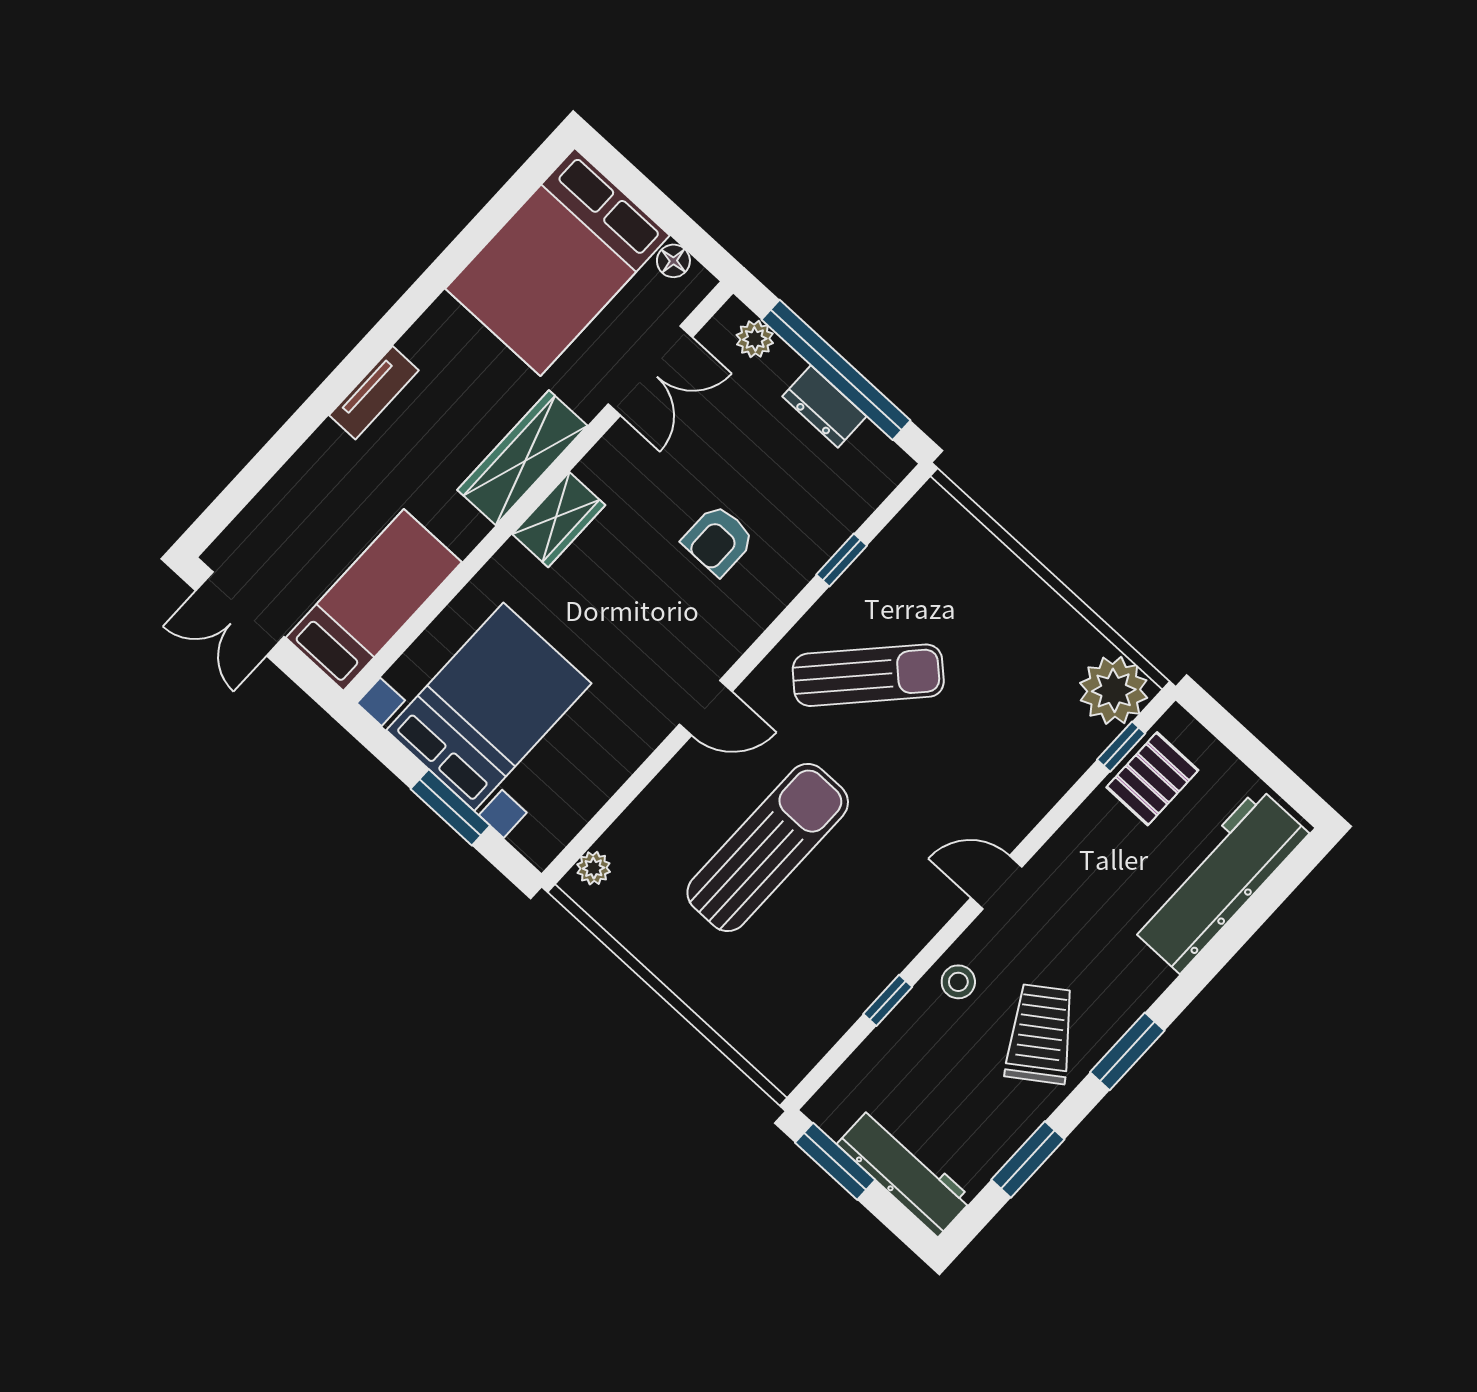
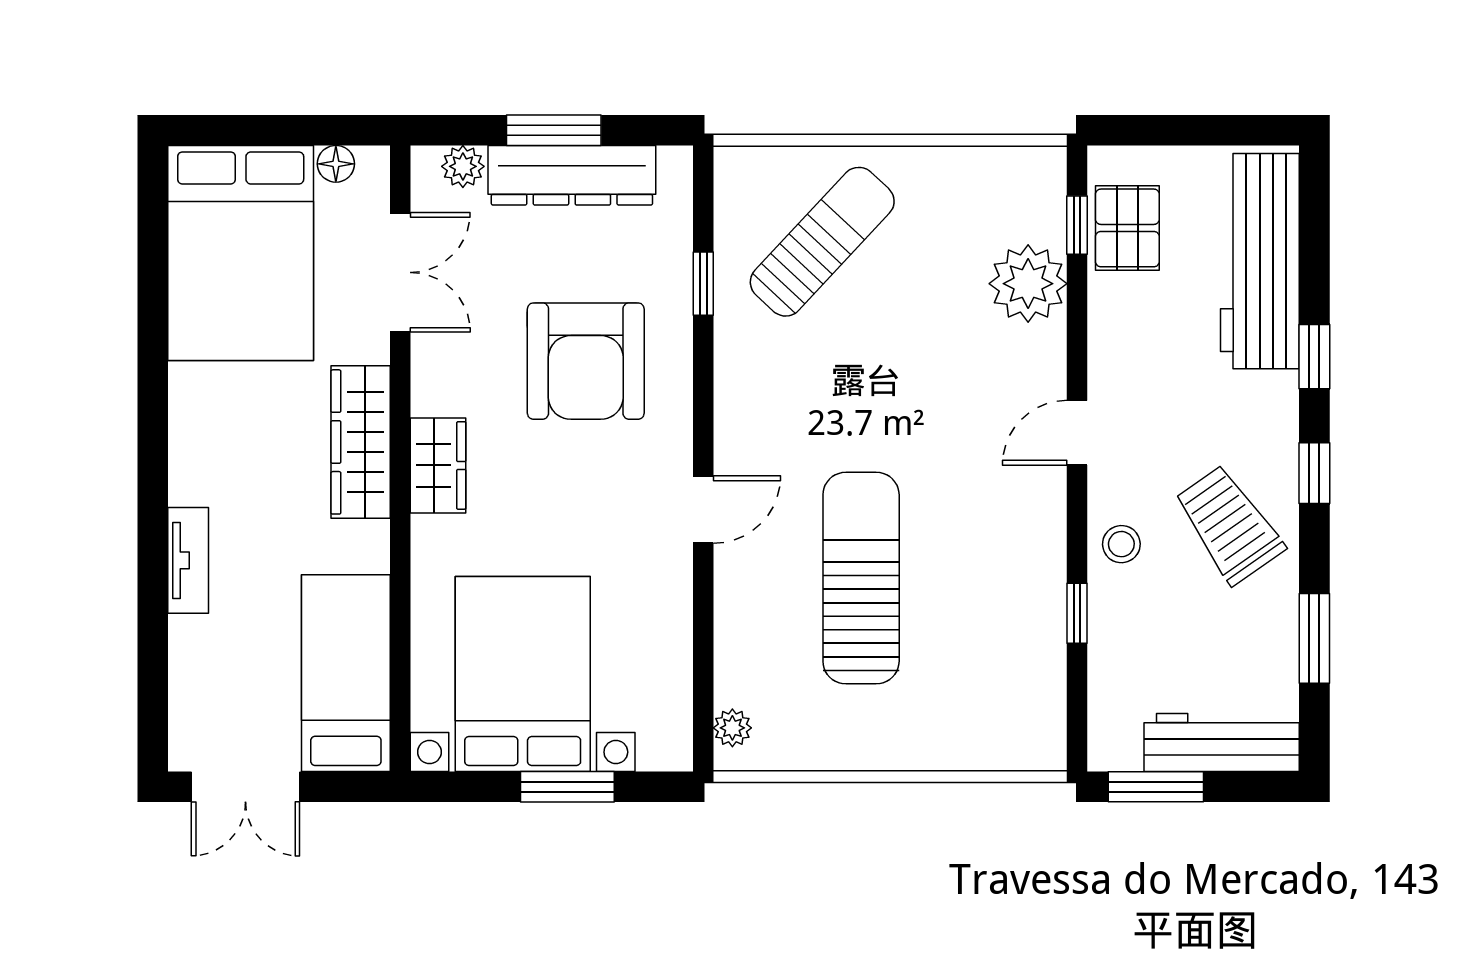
window: (836, 370) -> (554, 130), width x0.47
tv unit: (374, 393) -> (188, 560), moved
dresser: (824, 406) -> (572, 175), width x1.96, depth x1.24
armchair: (718, 540) -> (586, 361), width x1.88, depth x1.88
sun lounger: (868, 675) -> (822, 242), moved
plant: (1114, 690) -> (1028, 284), moved
window: (1197, 975) -> (1314, 357), added
window: (1127, 1051) -> (1314, 473), width x0.67

